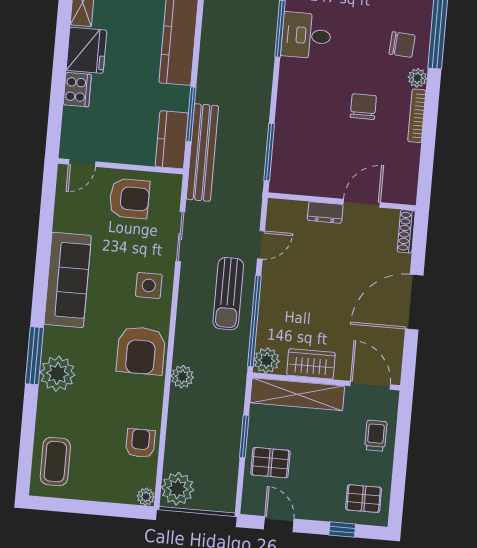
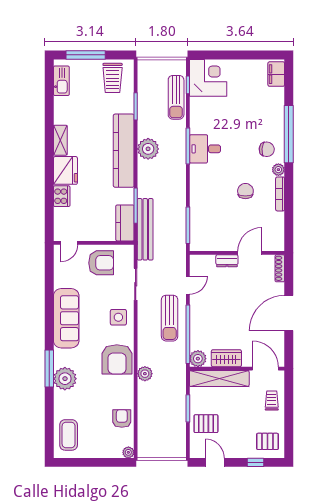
plant: (178, 489) -> (148, 149), moved

